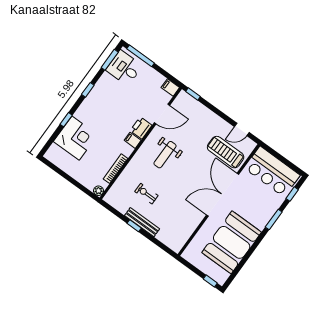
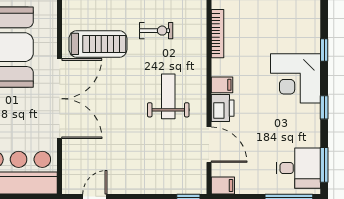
door: (162, 114) -> (209, 145), swing flipped
corner desk: (76, 138) -> (296, 78), moved
treadmill: (226, 152) -> (98, 44), moved

